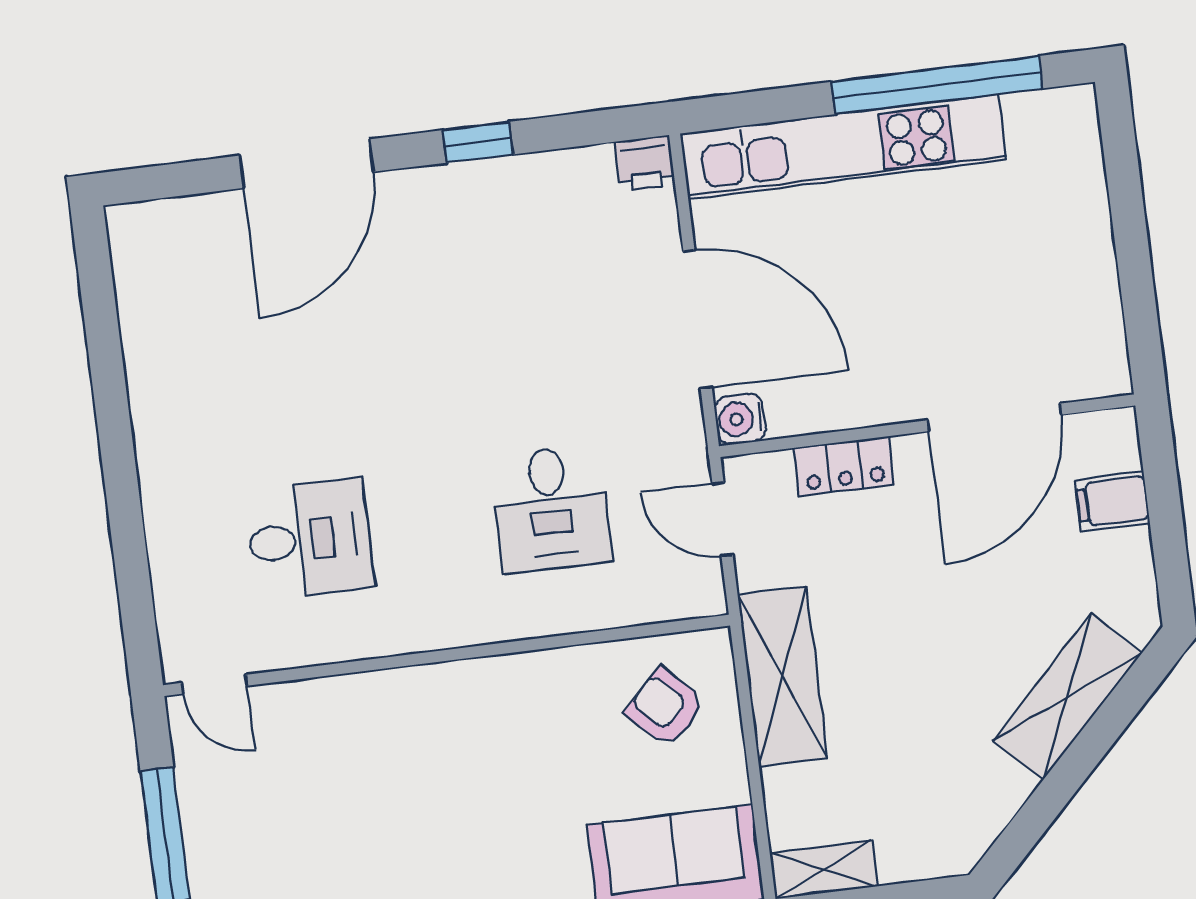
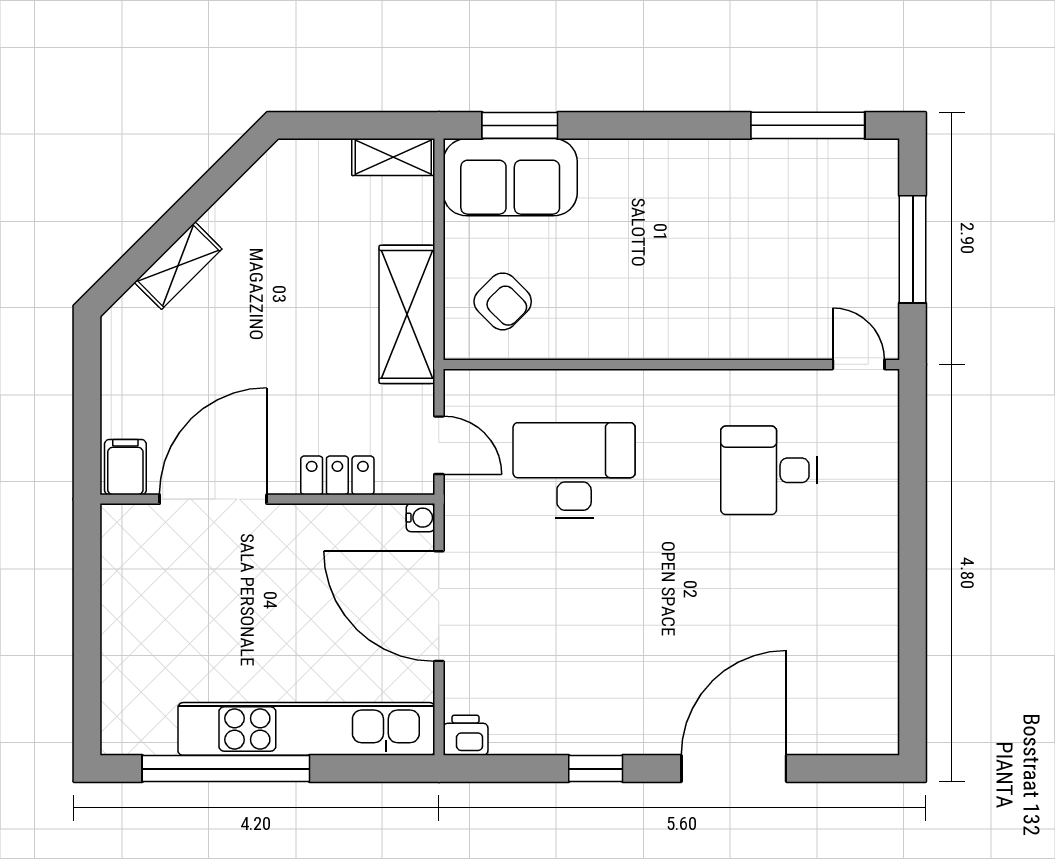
water cooler: (740, 419) -> (420, 518), width x0.72, depth x0.72
filing cabinet: (1112, 502) -> (125, 467), moved, turned -90
desk: (551, 509) -> (574, 470), width x1.37
shelving: (1067, 697) -> (178, 266), width x0.67, depth x0.75

